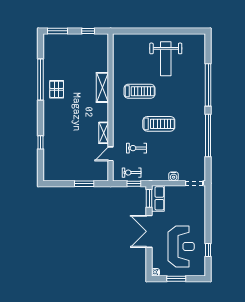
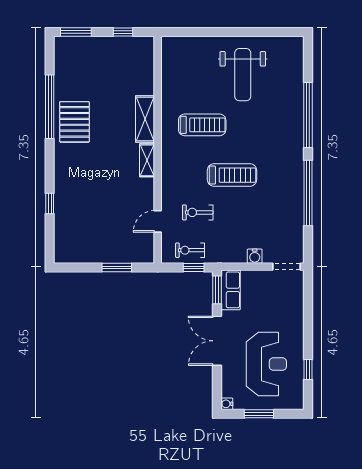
pallet: (57, 89) -> (74, 122), width x1.50, depth x1.42
shelving: (104, 133) -> (147, 160), moved

